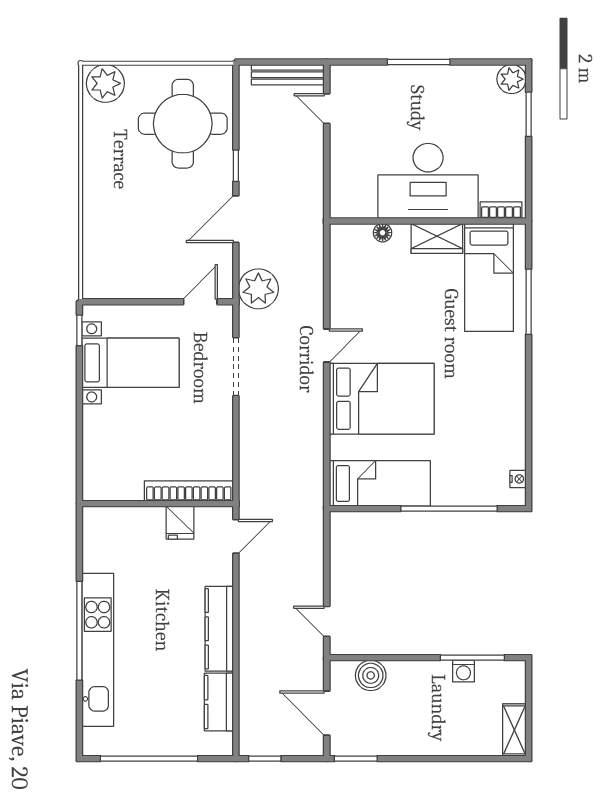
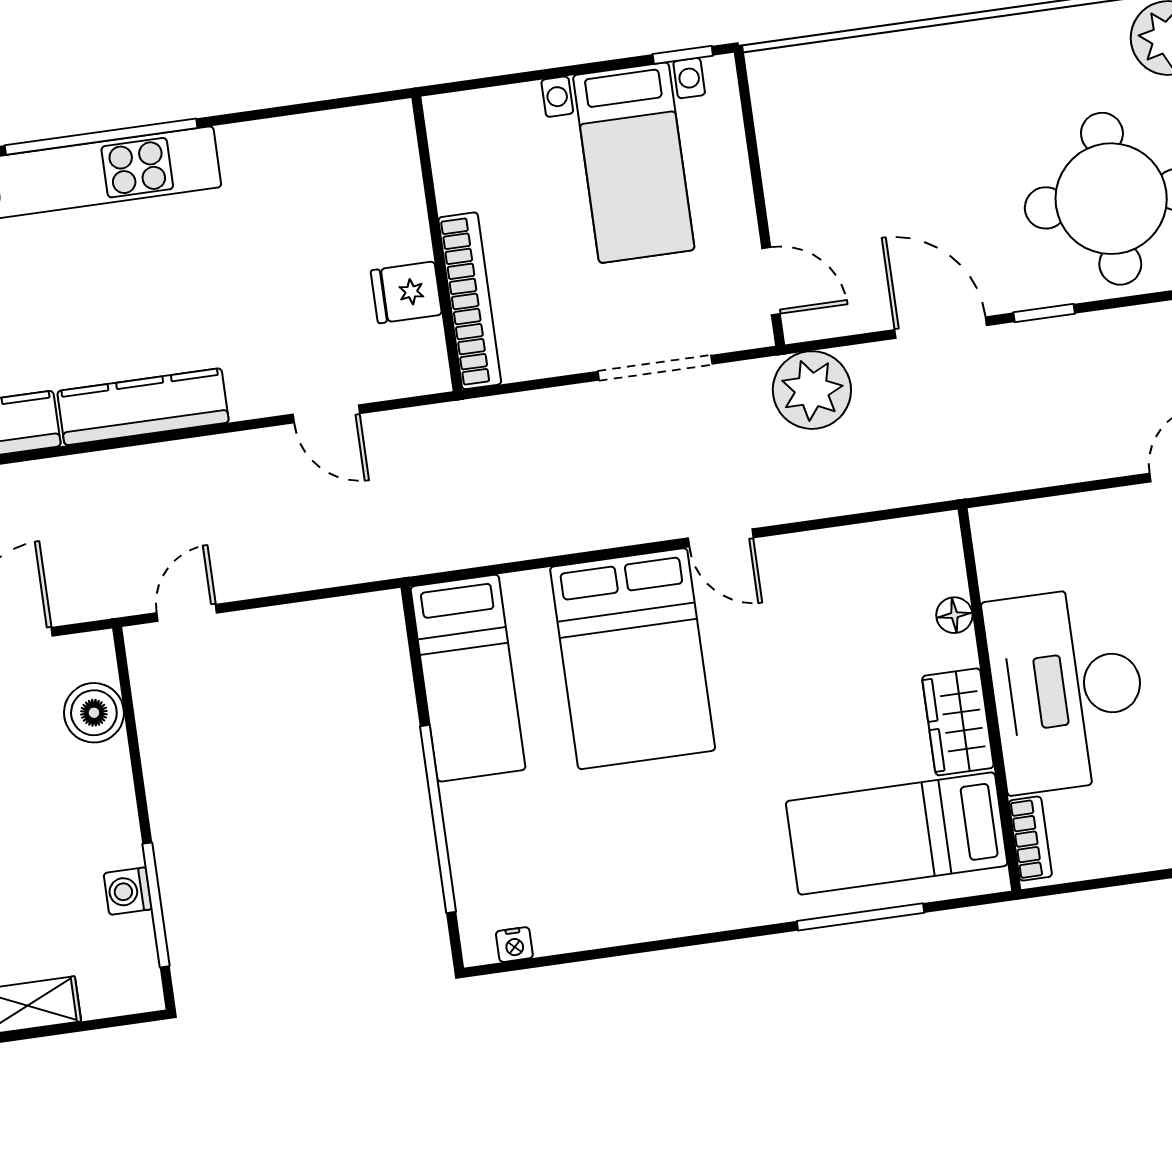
bookcase: (189, 491) -> (470, 301), moved
wall: (158, 504) -> (437, 244), moved
fridge: (180, 523) -> (406, 292), moved

